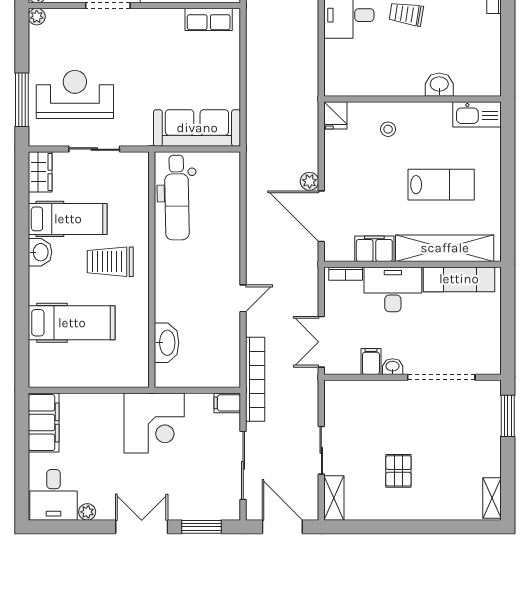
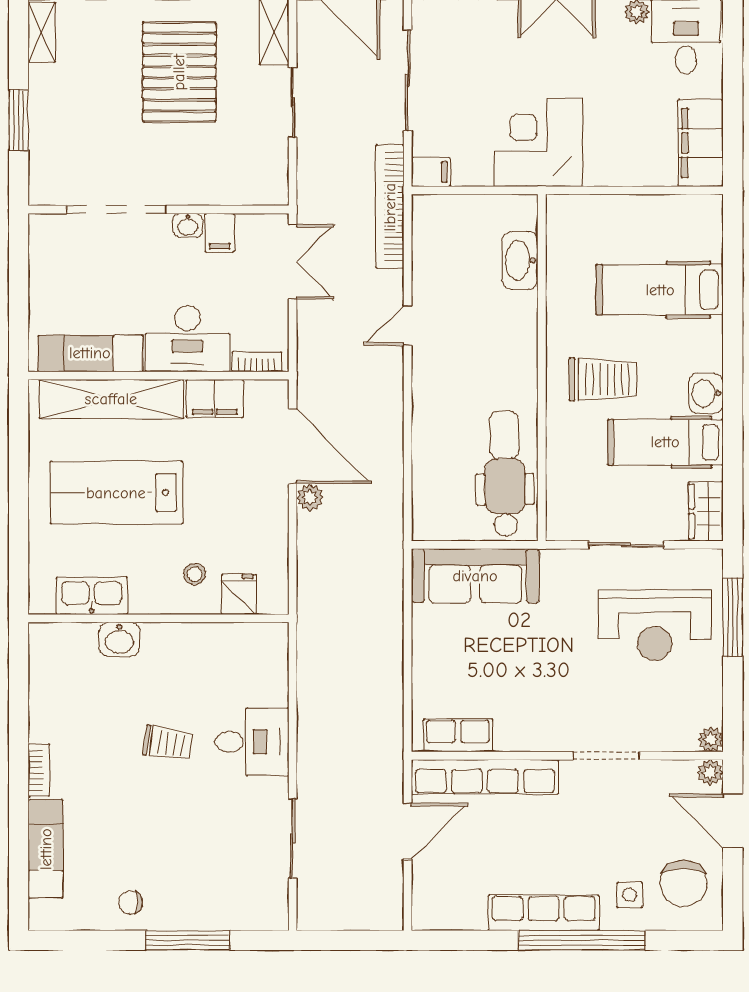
kitchen sink: (477, 114) -> (92, 596), moved
fridge: (335, 115) -> (239, 594), moved
lab bench: (441, 185) -> (116, 493), width x1.36, depth x1.39
window: (508, 416) -> (19, 120), moved
pallet: (398, 471) -> (179, 72), width x2.05, depth x2.00

